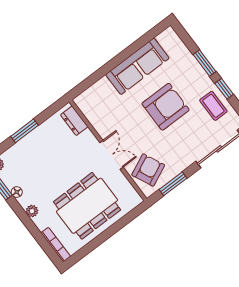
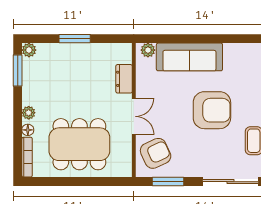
sofa: (137, 66) -> (189, 57), moved
plant: (85, 98) -> (148, 50), added
dresser: (74, 121) -> (124, 79), moved
floor lamp: (17, 192) -> (28, 130), moved

